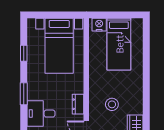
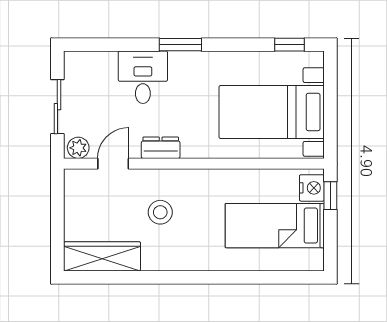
window: (103, 15) -> (330, 196), added
window: (24, 53) -> (290, 45), moved

